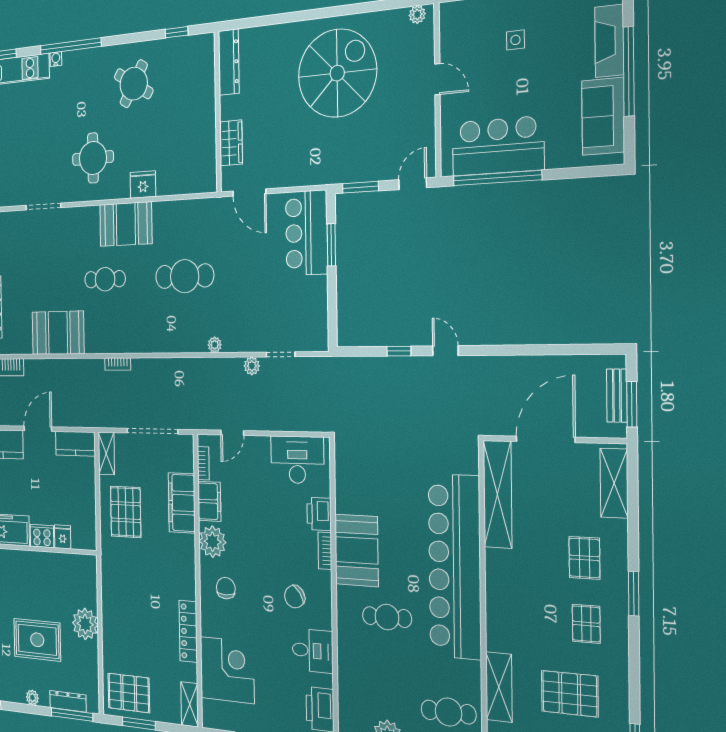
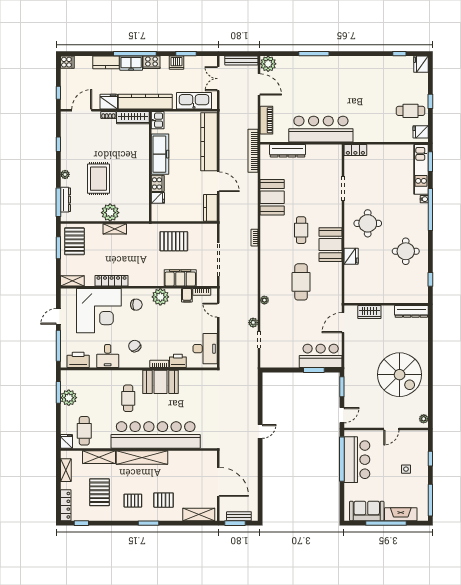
round table: (134, 84) -> (406, 251), turned -31
door: (413, 184) -> (342, 415), hinge flipped
window: (399, 351) -> (260, 407), removed
shelving: (106, 453) -> (115, 229), moved
shelving: (498, 494) -> (142, 458), moved
filing cabinet: (209, 501) -> (187, 295), width x0.50
corner desk: (227, 670) -> (99, 311), width x1.36, depth x1.36

